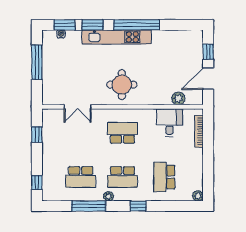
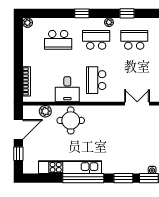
kitchen unit: (116, 37) -> (70, 167), moved
round table: (122, 85) -> (71, 120), moved
desk: (170, 123) -> (67, 89), moved
school desk: (122, 133) -> (96, 80), turned 90
school desk: (164, 177) -> (58, 40), turned 90
window: (89, 206) -> (127, 13), width x0.46

